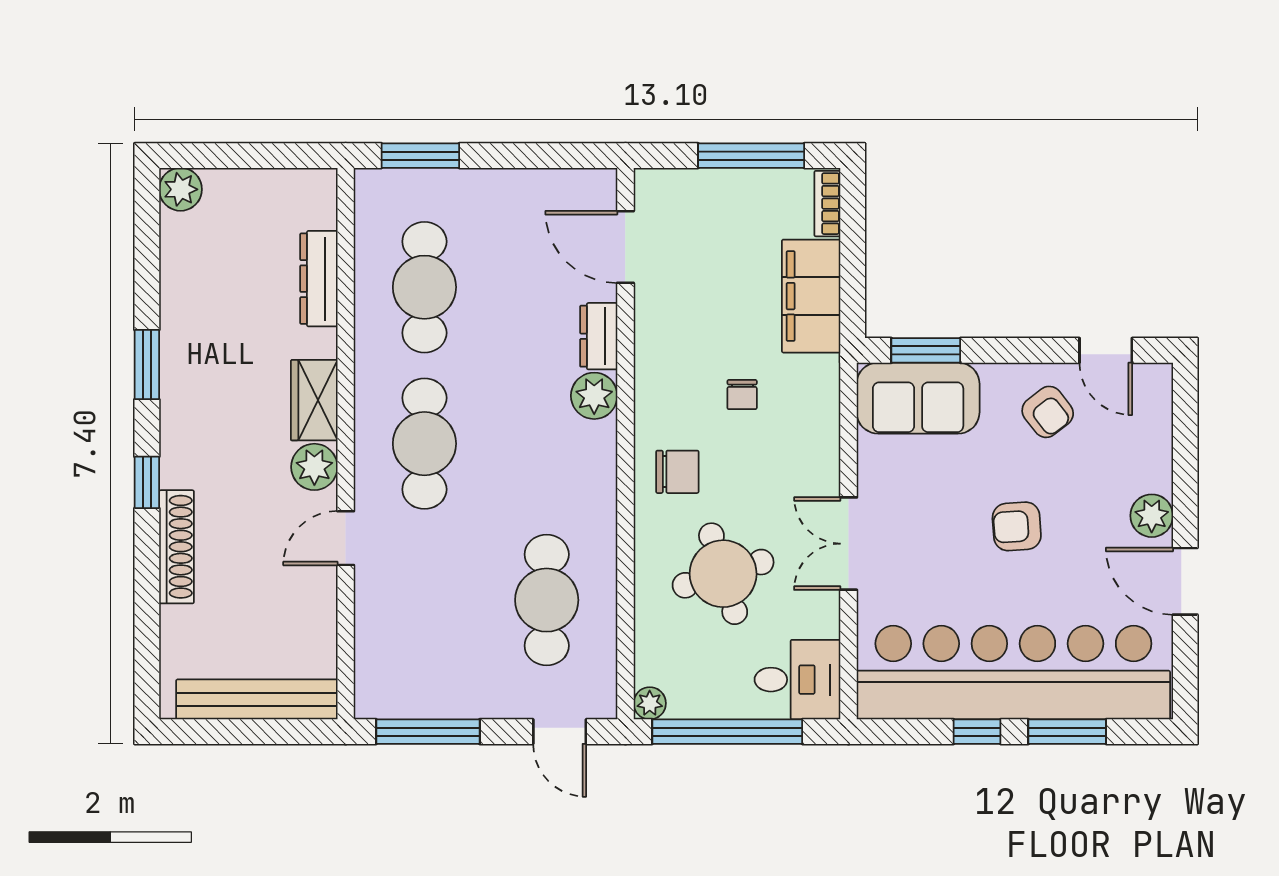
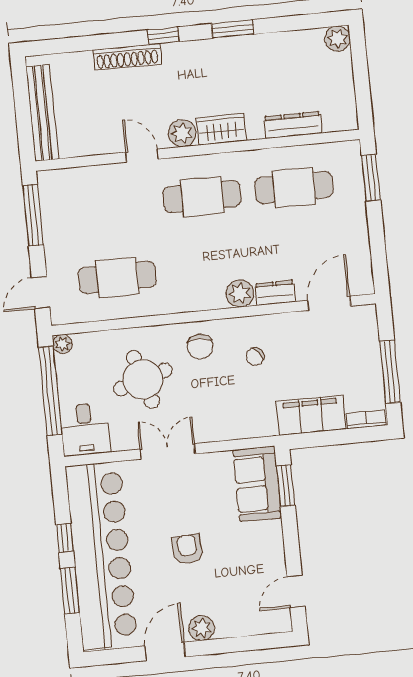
chair: (742, 395) -> (255, 357), moved, turned -41
armchair: (1048, 412) -> (257, 561), removed

